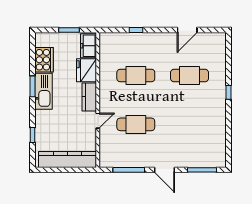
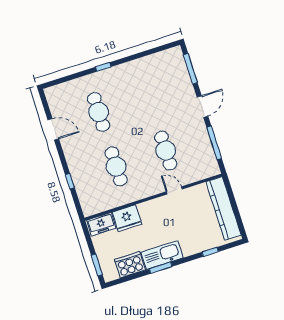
window: (69, 30) -> (97, 265), moved
kitchen counter: (89, 97) -> (153, 207), removed

